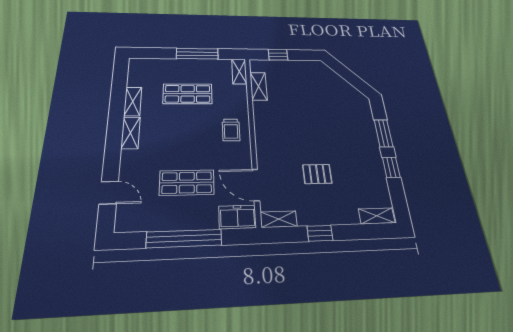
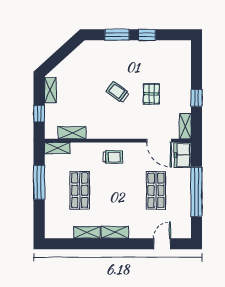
trolley: (314, 135) -> (118, 92), added
door: (256, 185) -> (159, 141), hinge flipped
shelving: (377, 216) -> (50, 90), moved

